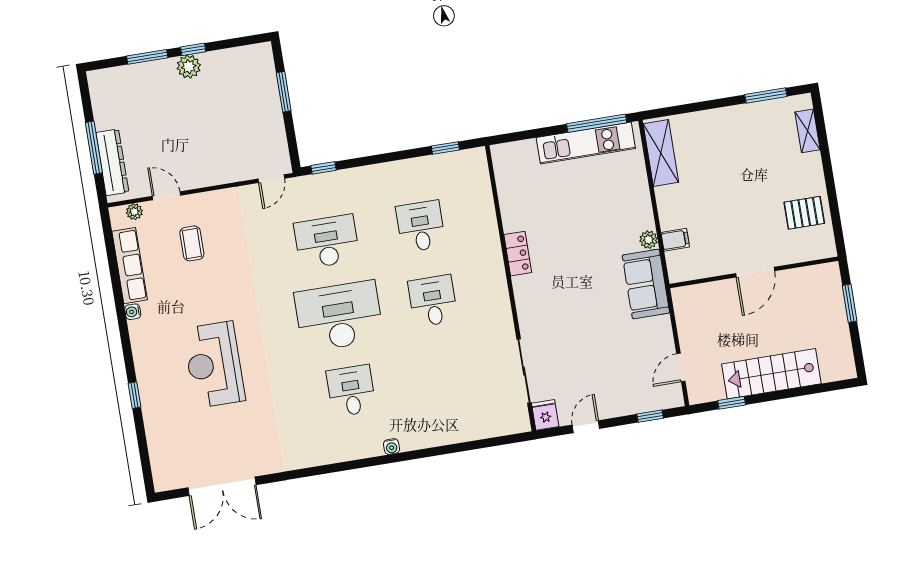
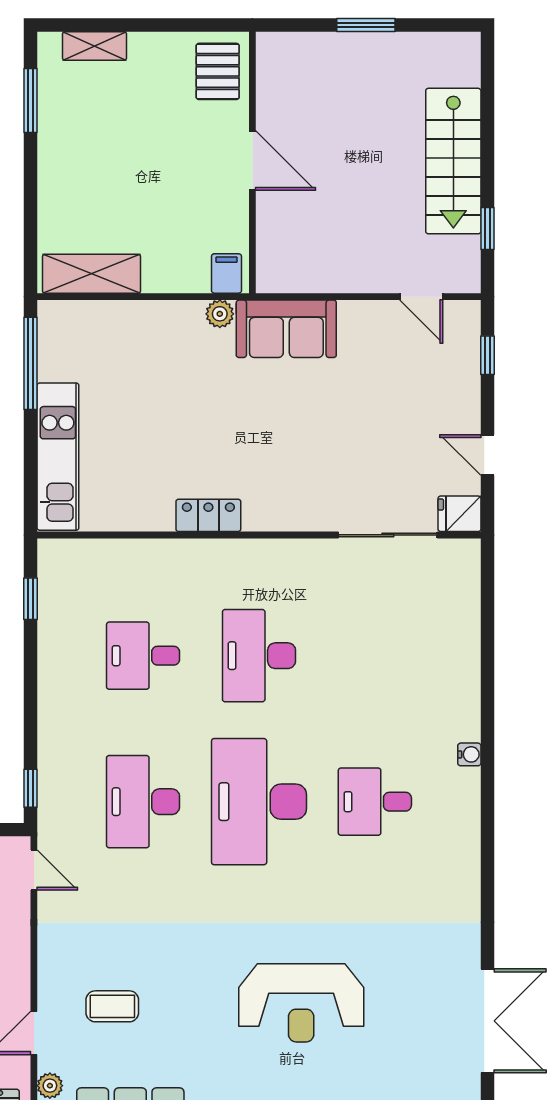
kitchen unit: (586, 143) -> (58, 457), moved
wall: (754, 272) -> (252, 162), moved
door: (755, 272) -> (252, 160), moved
desk: (433, 301) -> (259, 656), width x1.37

